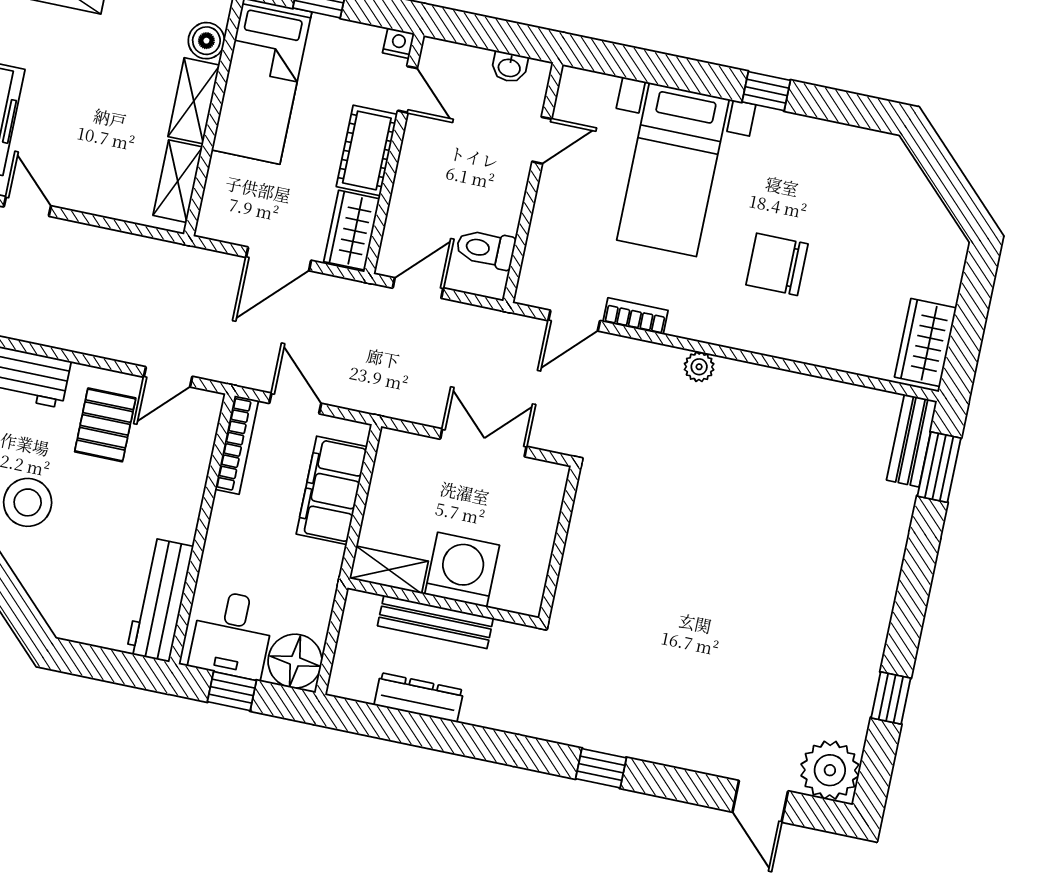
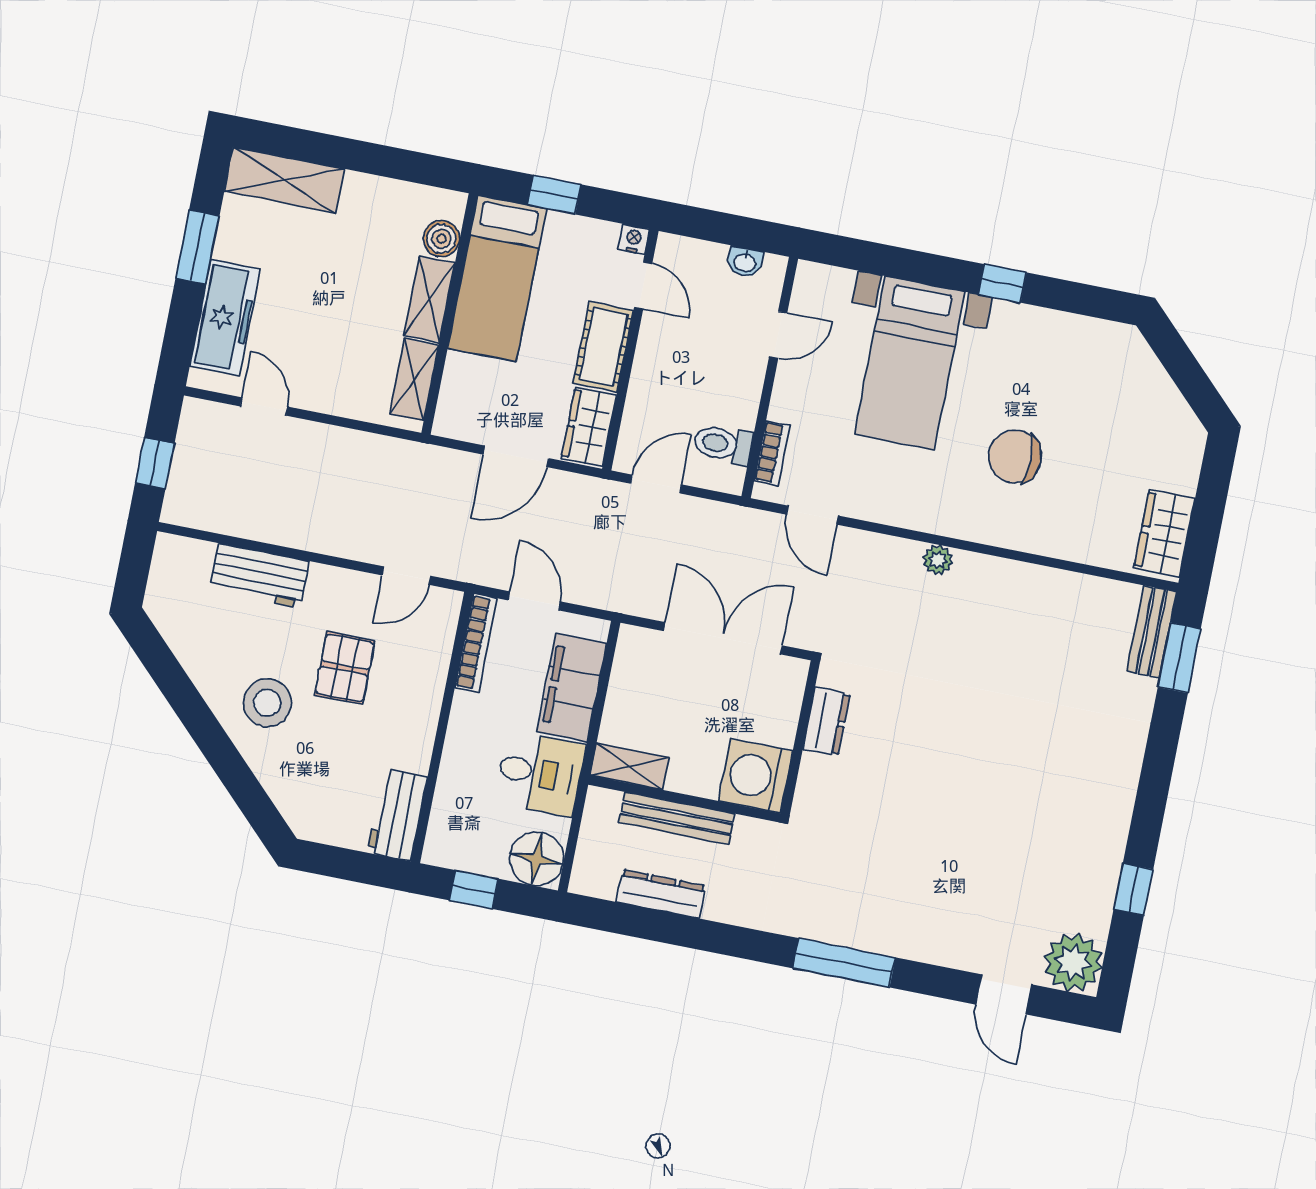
bookcase: (636, 316) -> (772, 453), moved, turned 90
door: (574, 321) -> (812, 515), hinge flipped
pallet: (105, 425) -> (345, 668), moved
double door: (483, 443) -> (723, 638), width x1.37
dresser: (586, 527) -> (827, 721), added
washing machine: (462, 570) -> (756, 776), moved, turned -90
workbench: (160, 600) -> (397, 815), width x0.73
desk: (232, 634) -> (540, 773), moved, turned -90
window: (601, 768) -> (844, 963), width x2.17

